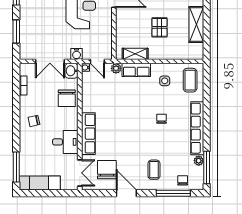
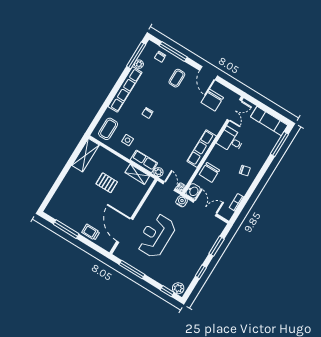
shelving: (196, 24) -> (85, 155), moved
pallet: (160, 27) -> (107, 183), turned 90
chair: (67, 98) -> (209, 172), turned 180
row of seats: (88, 134) -> (202, 149), moved
double door: (80, 173) -> (234, 110), swing flipped

